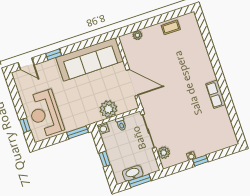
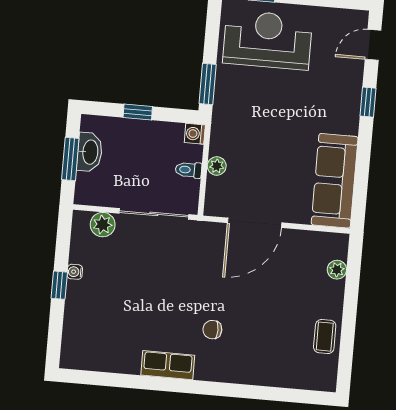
sofa: (90, 59) -> (335, 181), width x0.74, depth x0.79
chair: (190, 81) -> (212, 330), added
plant: (108, 109) -> (217, 166), width x0.53, depth x0.53

